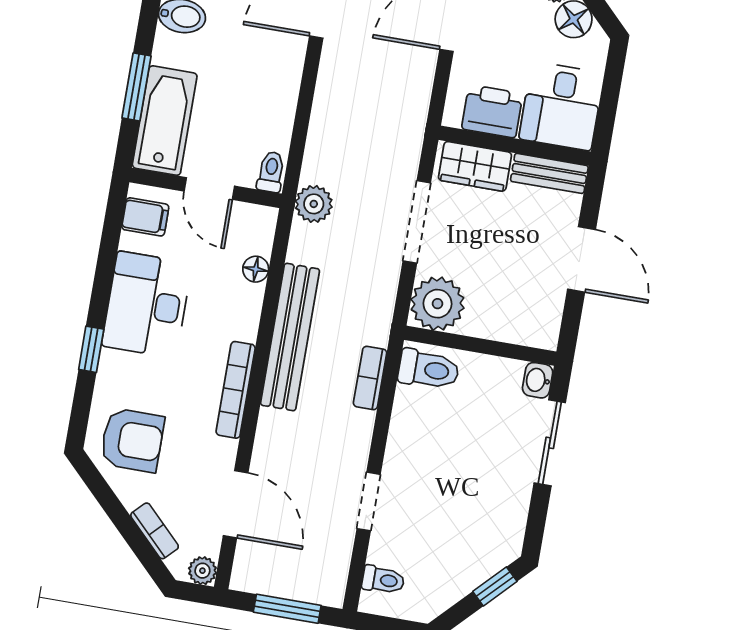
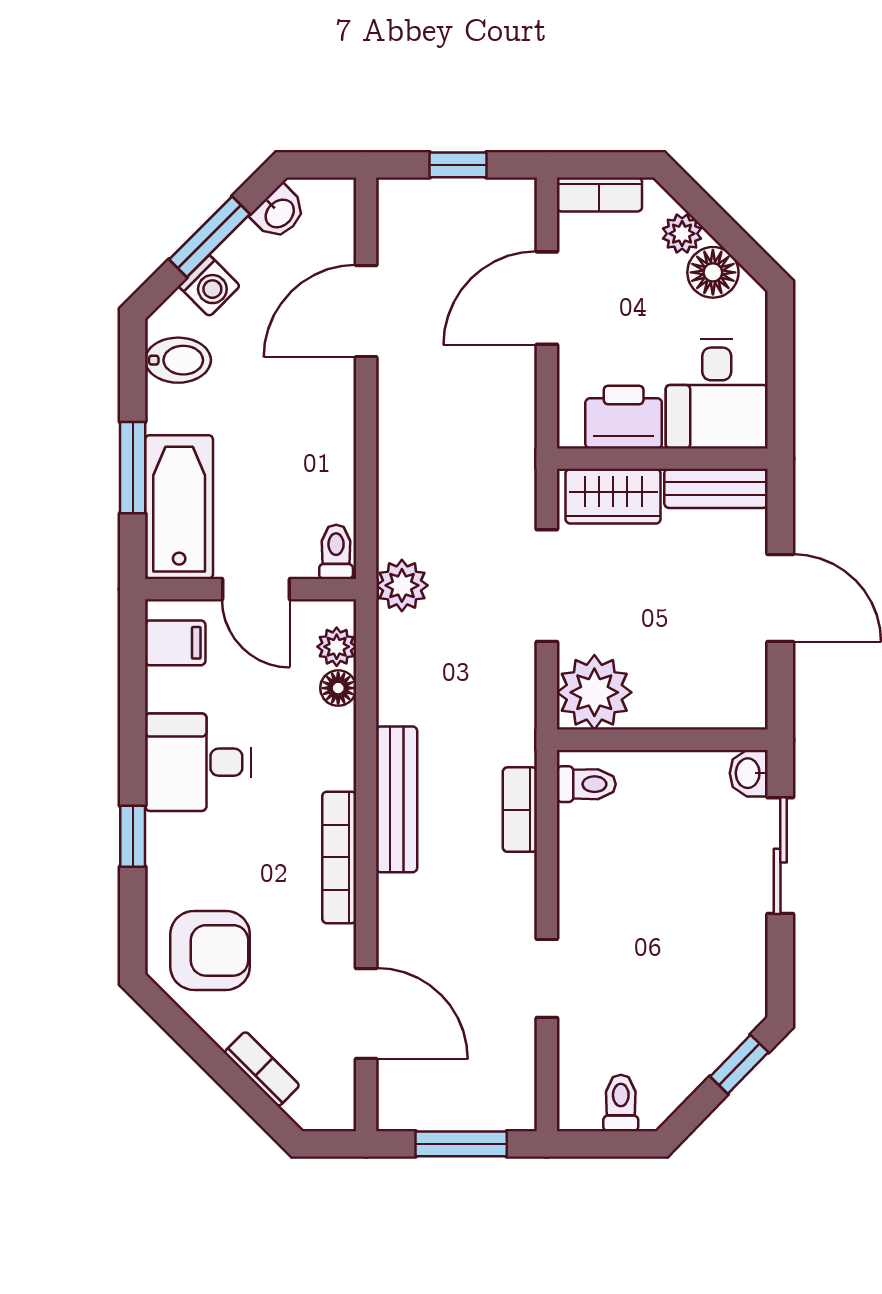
desk: (147, 305) -> (198, 762), width x0.73
bench: (290, 337) -> (397, 799), width x0.73, depth x0.82
toilet: (429, 369) -> (586, 784), width x0.73, depth x0.72
plant: (202, 571) -> (337, 647), moved
toilet: (383, 580) -> (621, 1103), moved, turned -90

